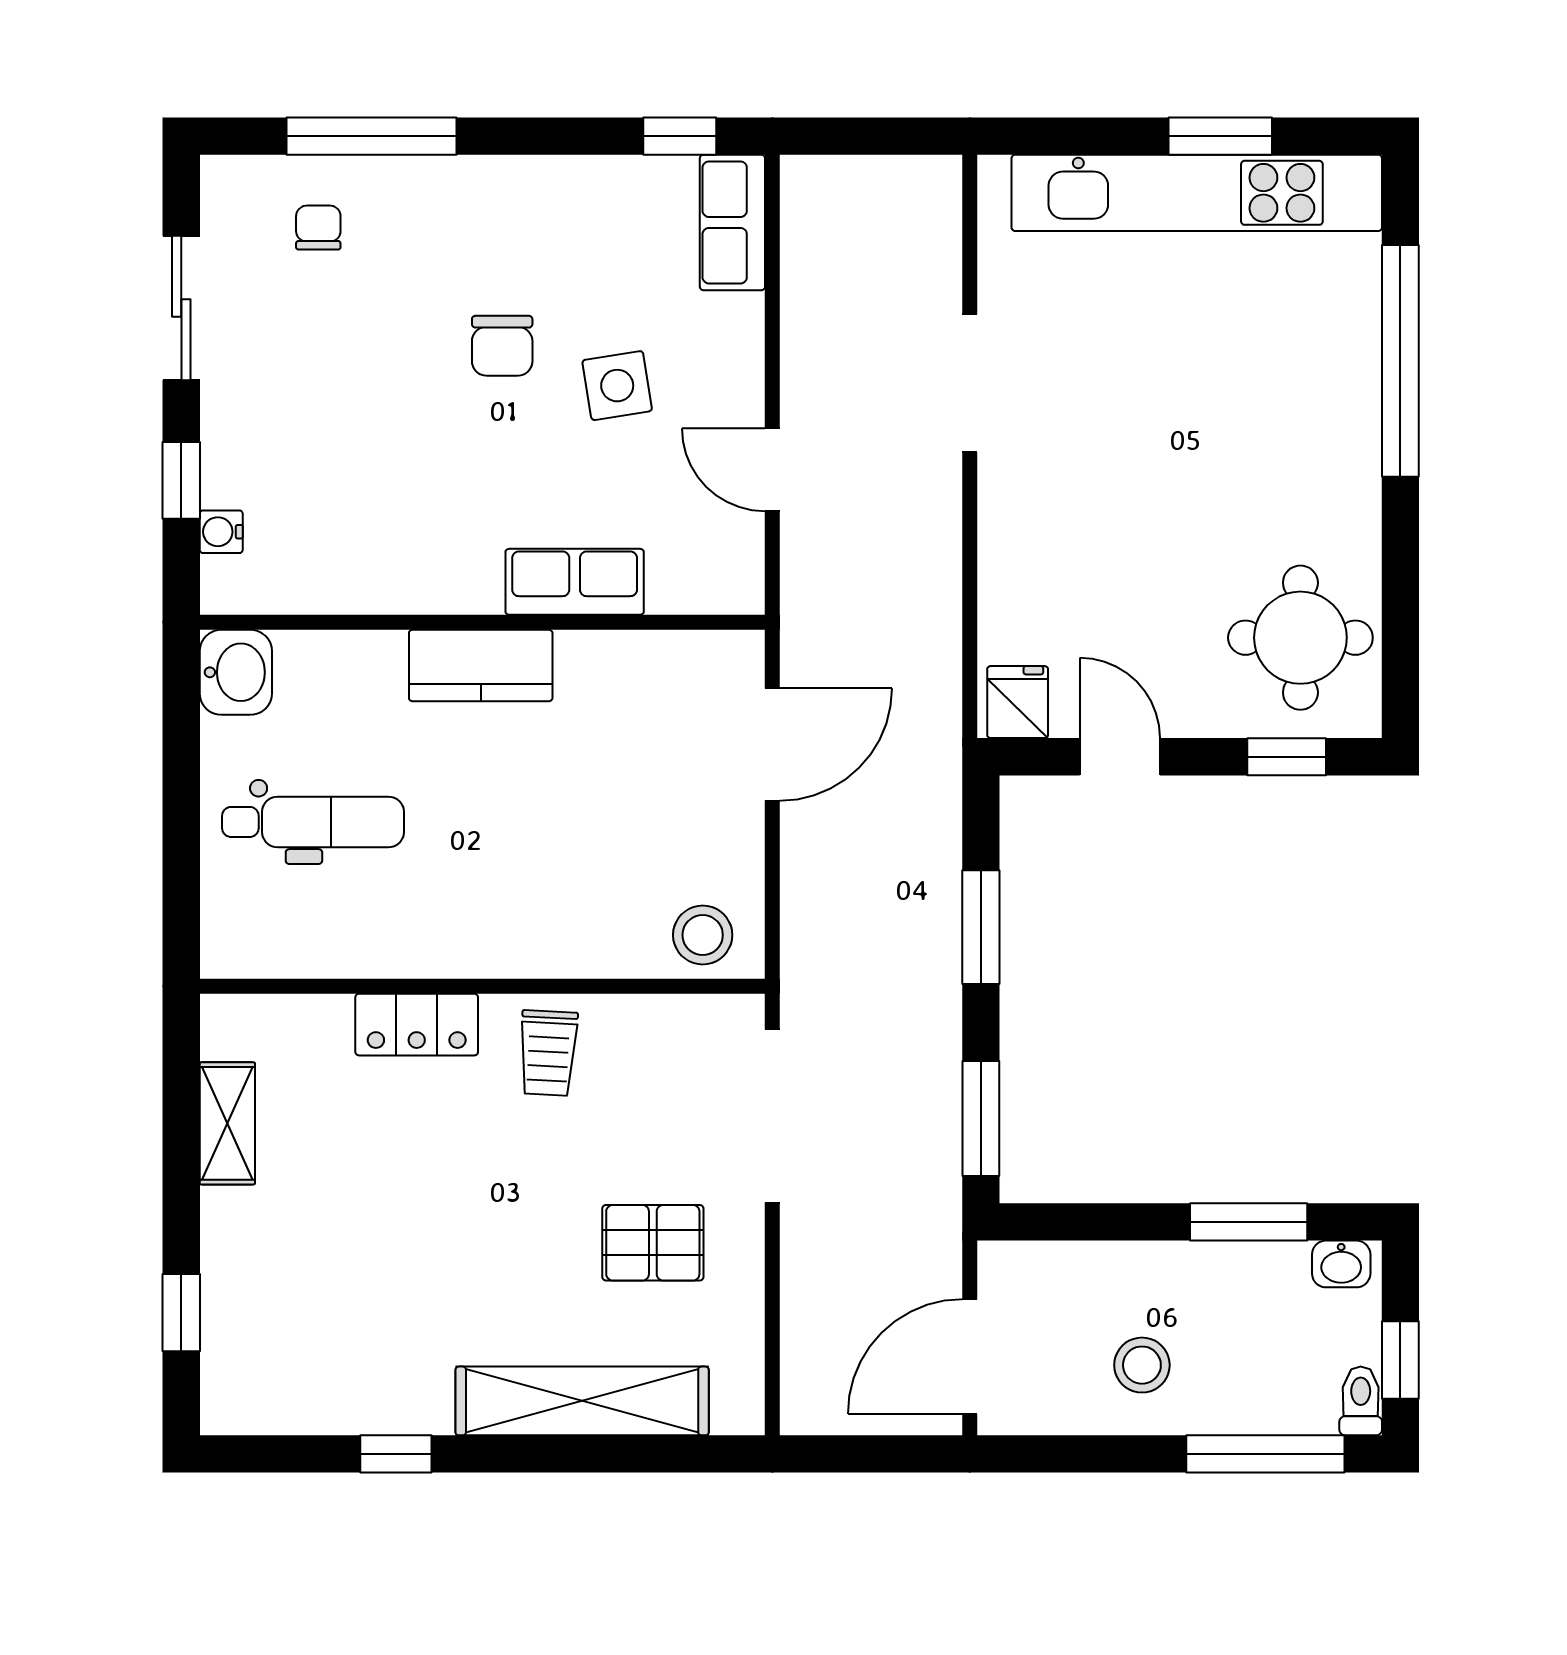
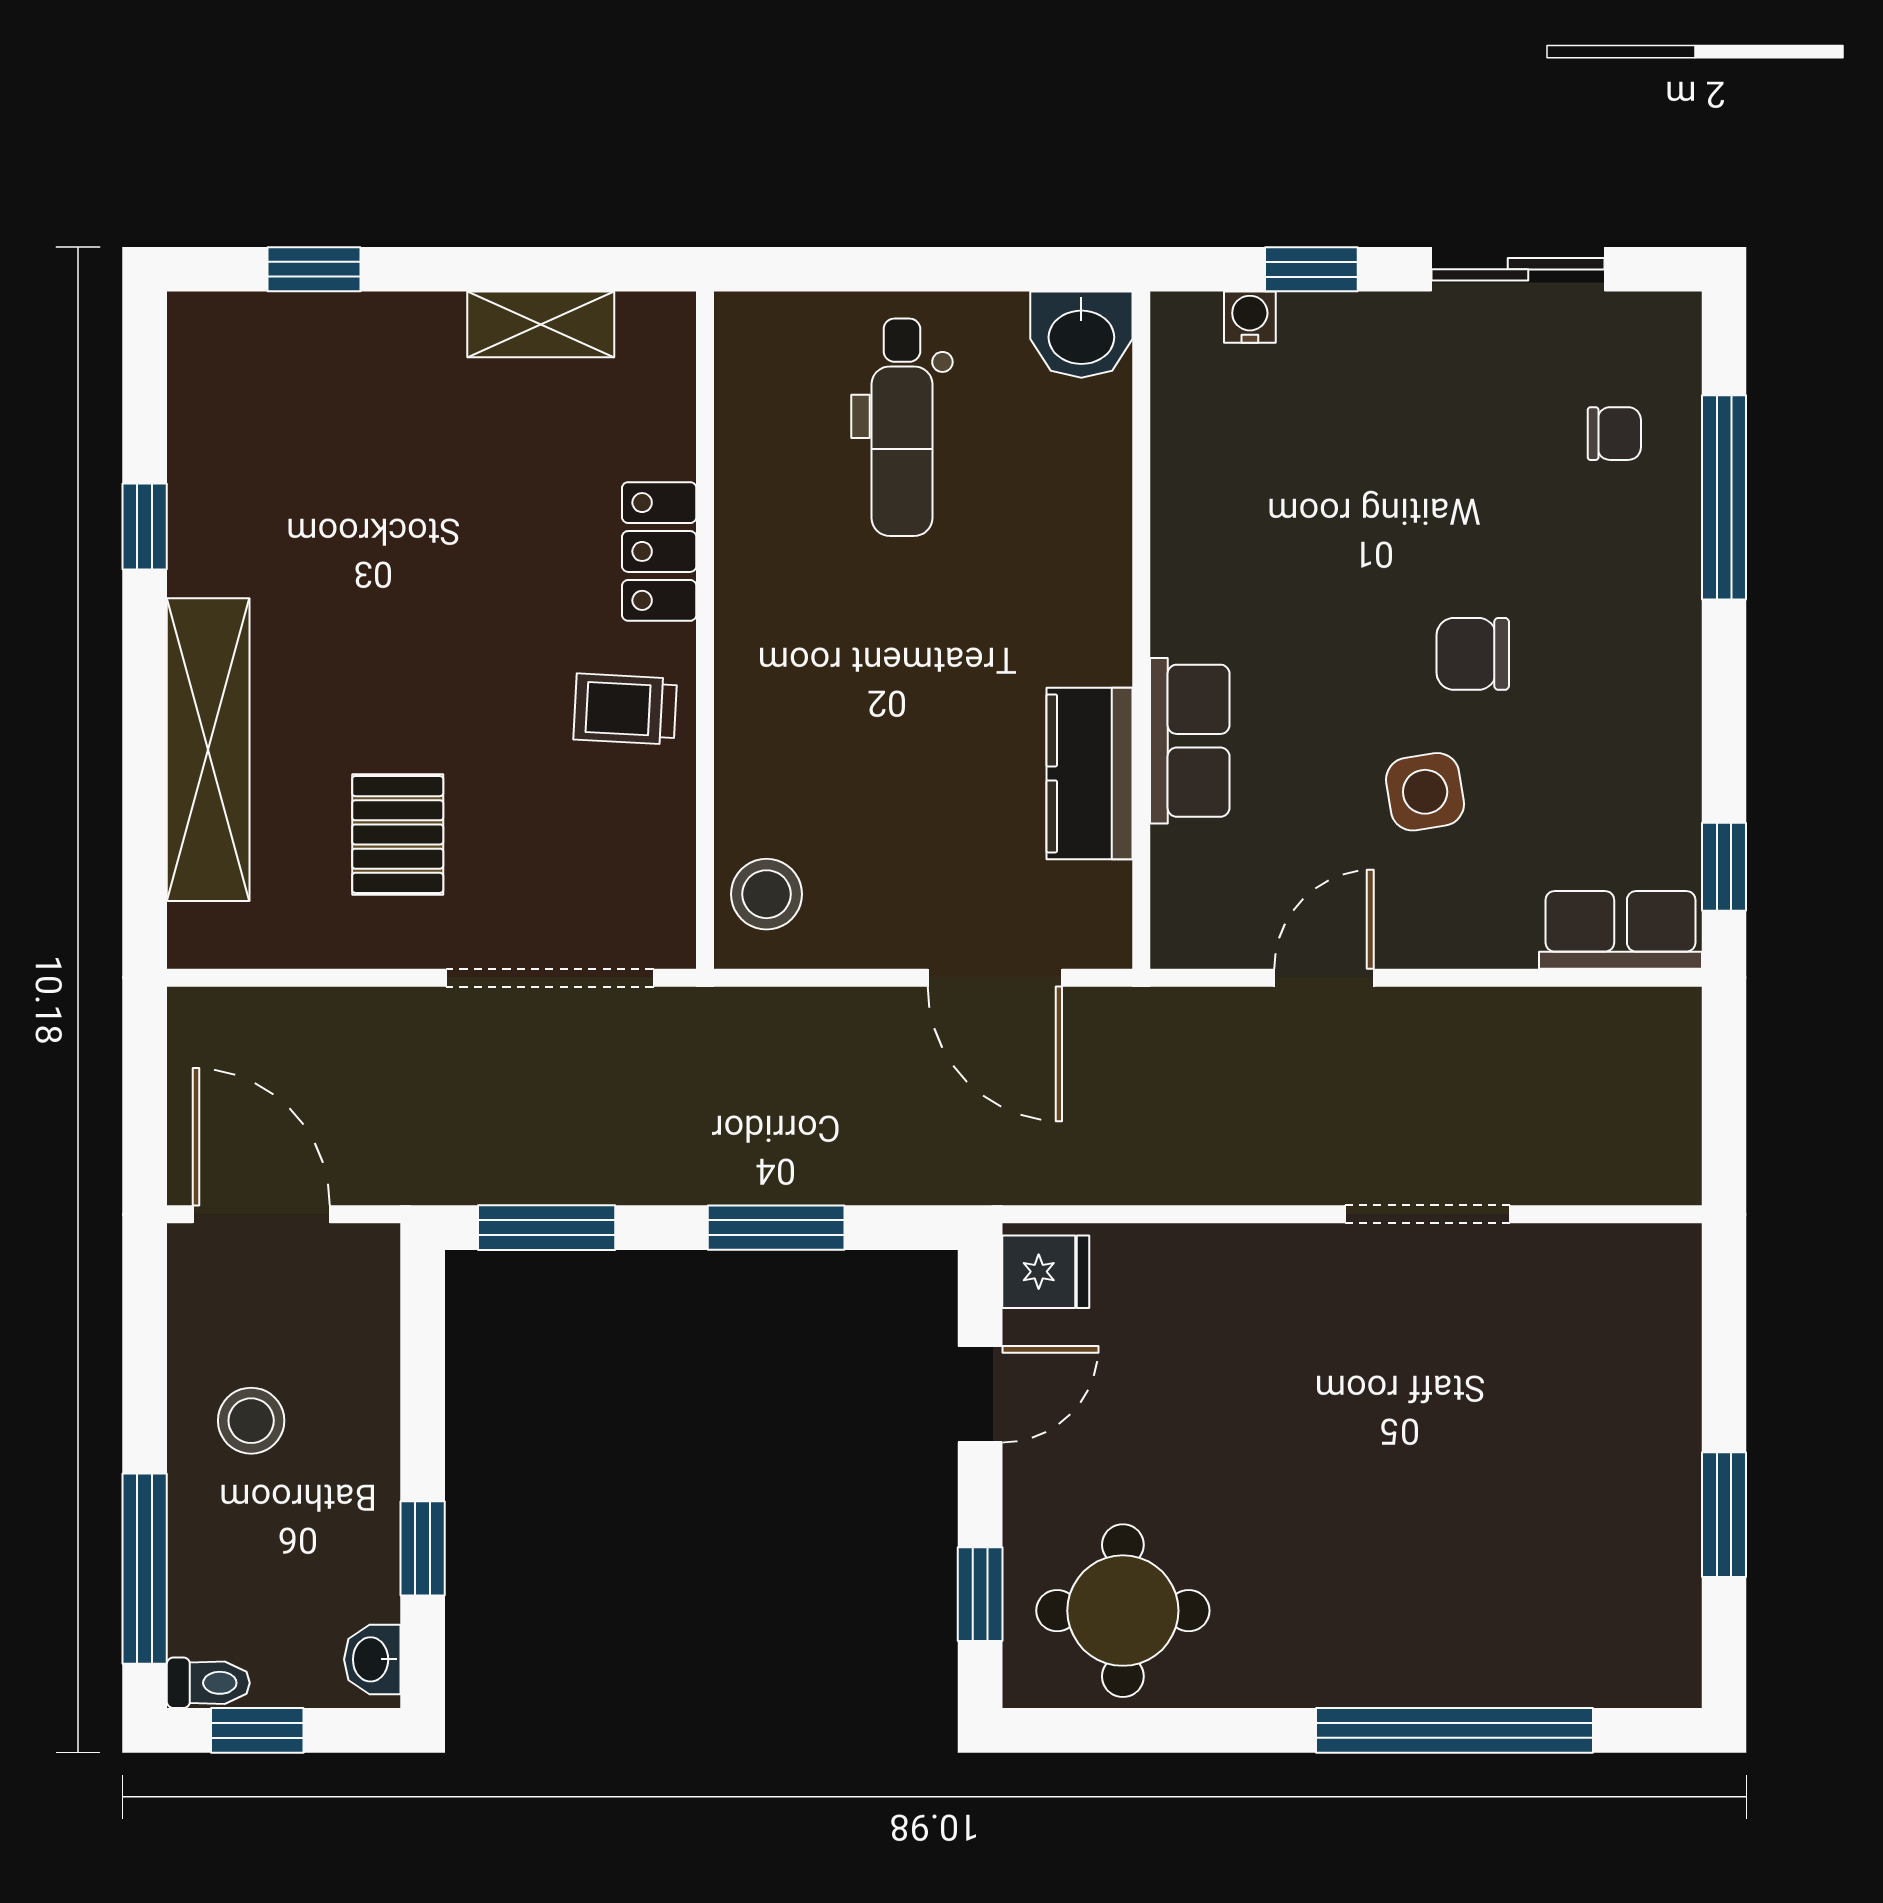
kitchen unit: (1197, 193) -> (1656, 1486), removed
kitchen counter: (481, 665) -> (1090, 773), moved
window: (1249, 1222) -> (423, 1548), width x0.67

